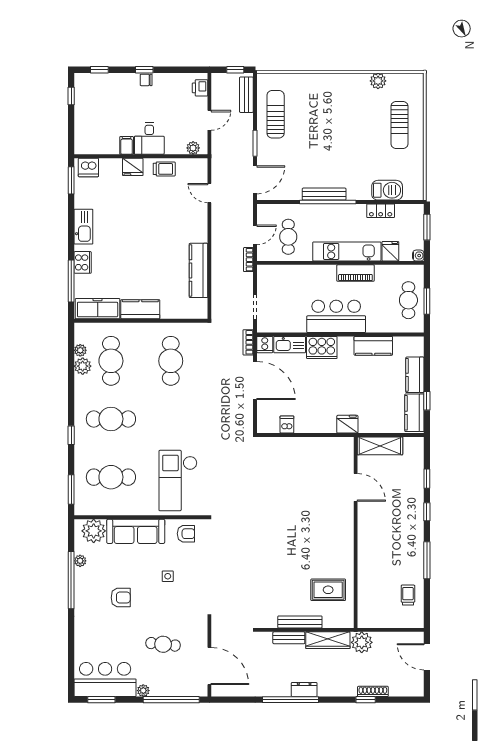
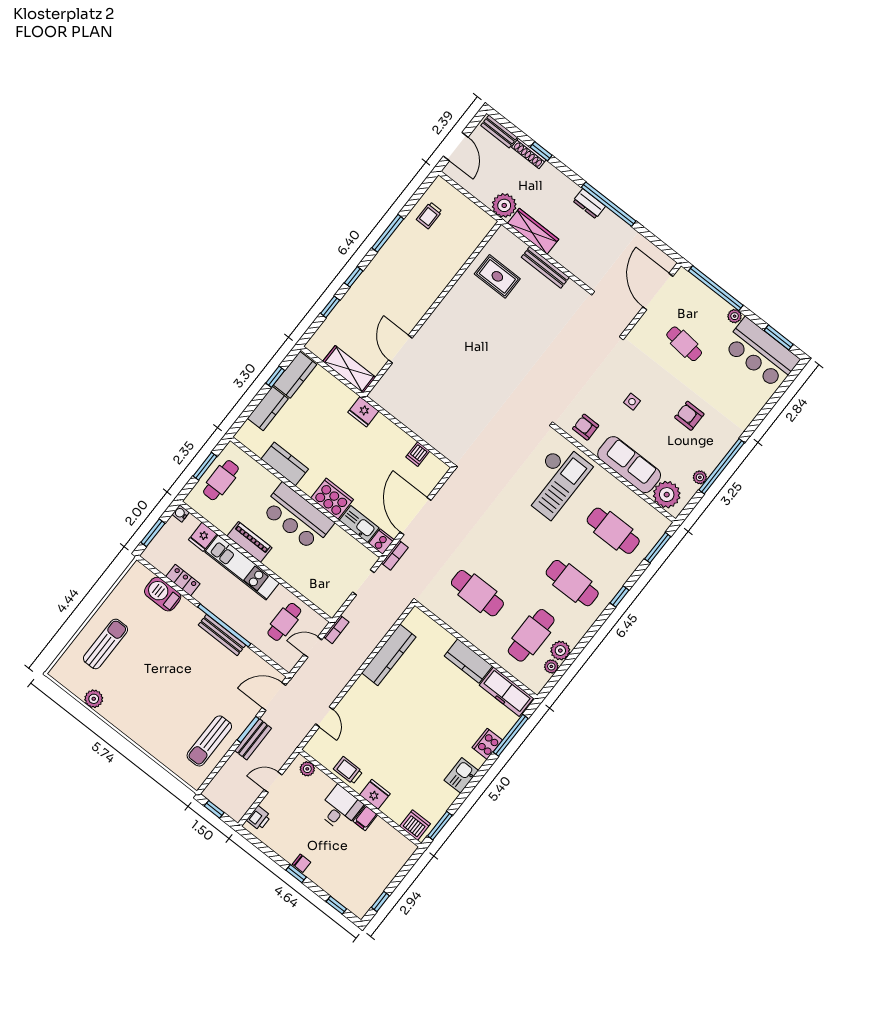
bench: (246, 95) -> (253, 739), moved
kitchen sink: (83, 227) -> (461, 775), width x0.73
cafe table: (171, 361) -> (477, 593), turned 90
bench: (289, 638) -> (499, 131), moved

